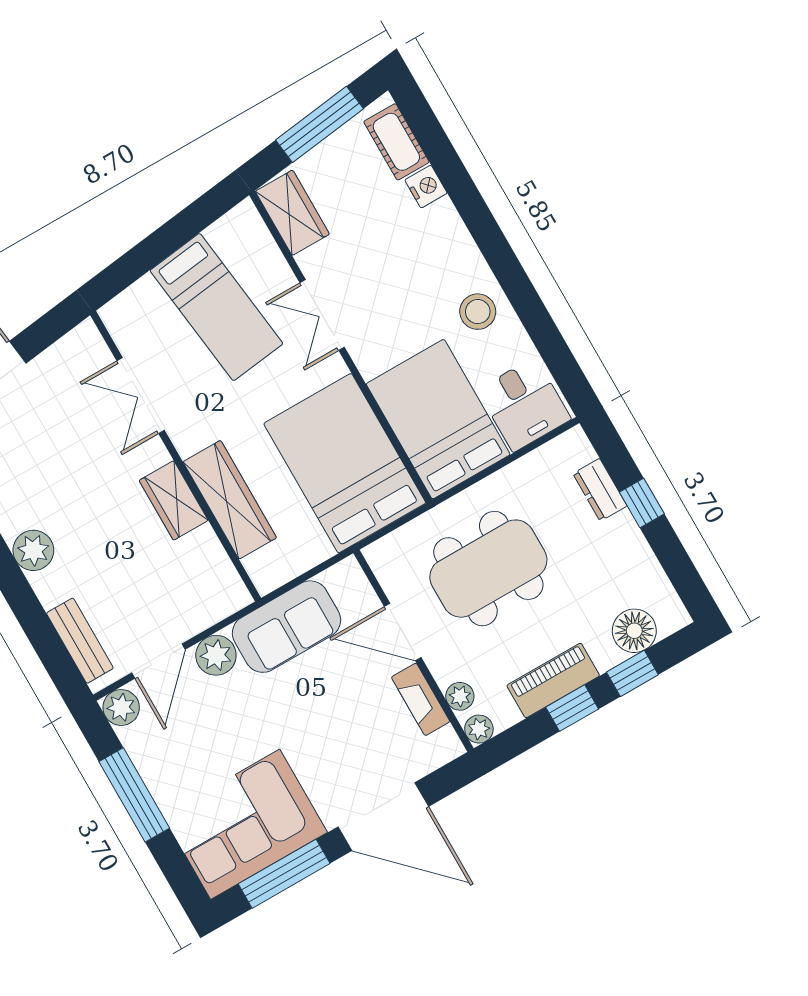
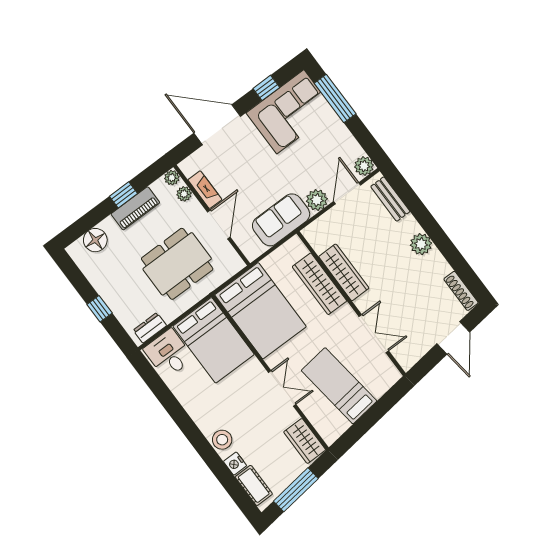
stool: (478, 312) -> (222, 440), moved
dresser: (600, 490) -> (150, 328), moved, turned -90
wardrobe: (174, 500) -> (344, 272), width x1.50
door: (403, 632) -> (219, 224), hinge flipped
window: (632, 673) -> (94, 217), removed
window: (134, 795) -> (335, 99), moved
window: (284, 874) -> (266, 88), width x0.46

